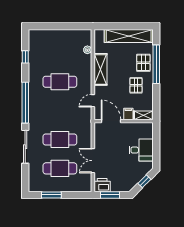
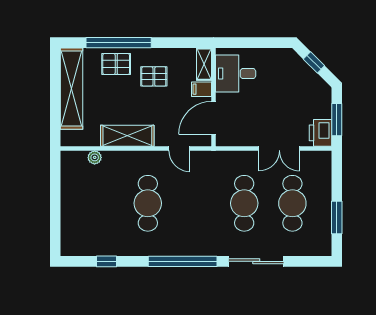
desk: (141, 150) -> (236, 74), moved, turned -90

